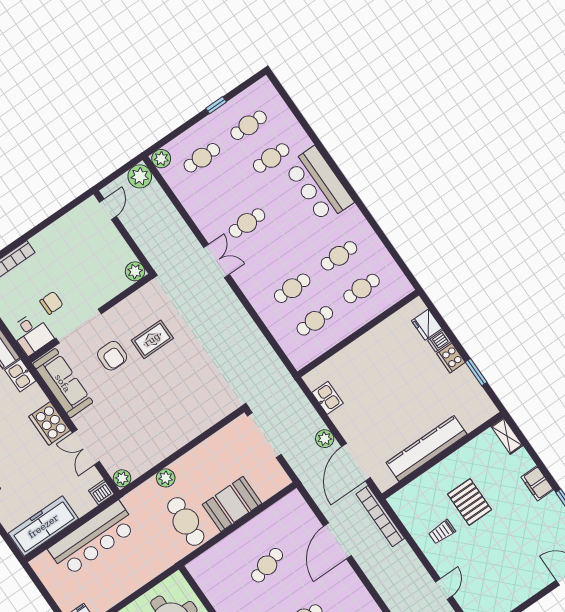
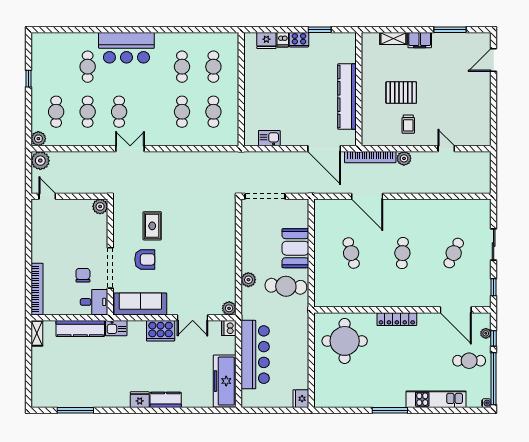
cafe table: (249, 125) -> (88, 112), moved
shelving: (507, 436) -> (393, 38), moved
plant: (325, 439) -> (404, 158), moved

